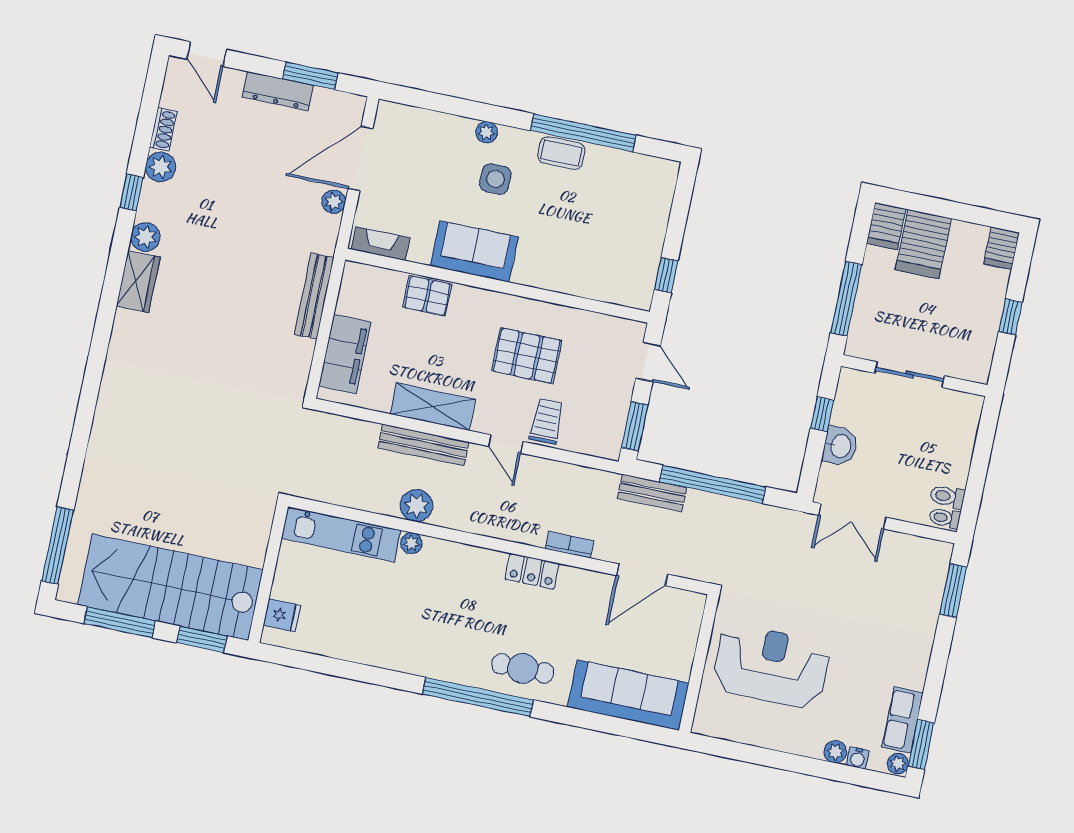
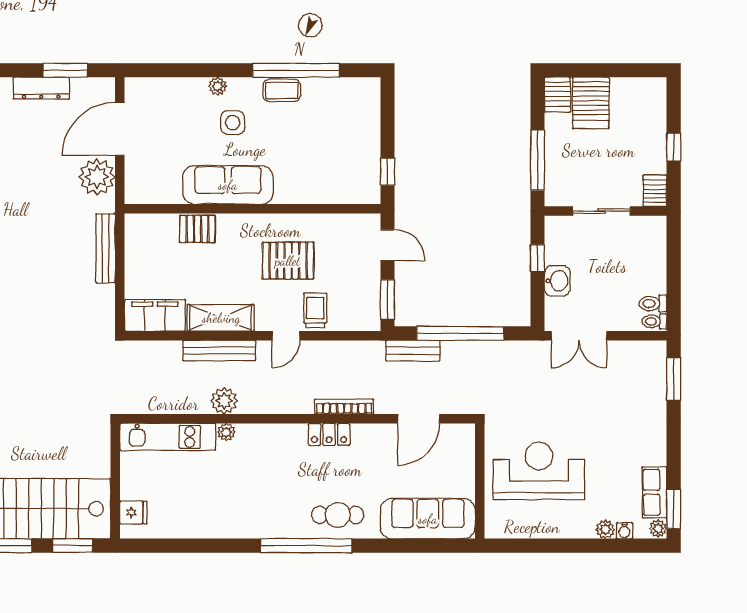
plant: (334, 202) -> (97, 177), width x1.87, depth x1.87
fireplace: (381, 244) -> (151, 194), removed
server rack: (1002, 248) -> (655, 191), moved, turned 180
sofa: (474, 251) -> (228, 185), width x1.36
filing cabinet: (345, 354) -> (155, 315), moved, turned -90
door: (506, 444) -> (286, 336), hinge flipped
bookcase: (570, 545) -> (344, 407), width x1.56

